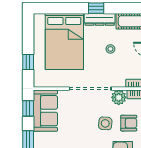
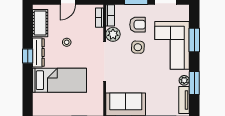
bed: (64, 41) -> (60, 80), width x0.67
armchair: (129, 123) -> (138, 25), turned 90

